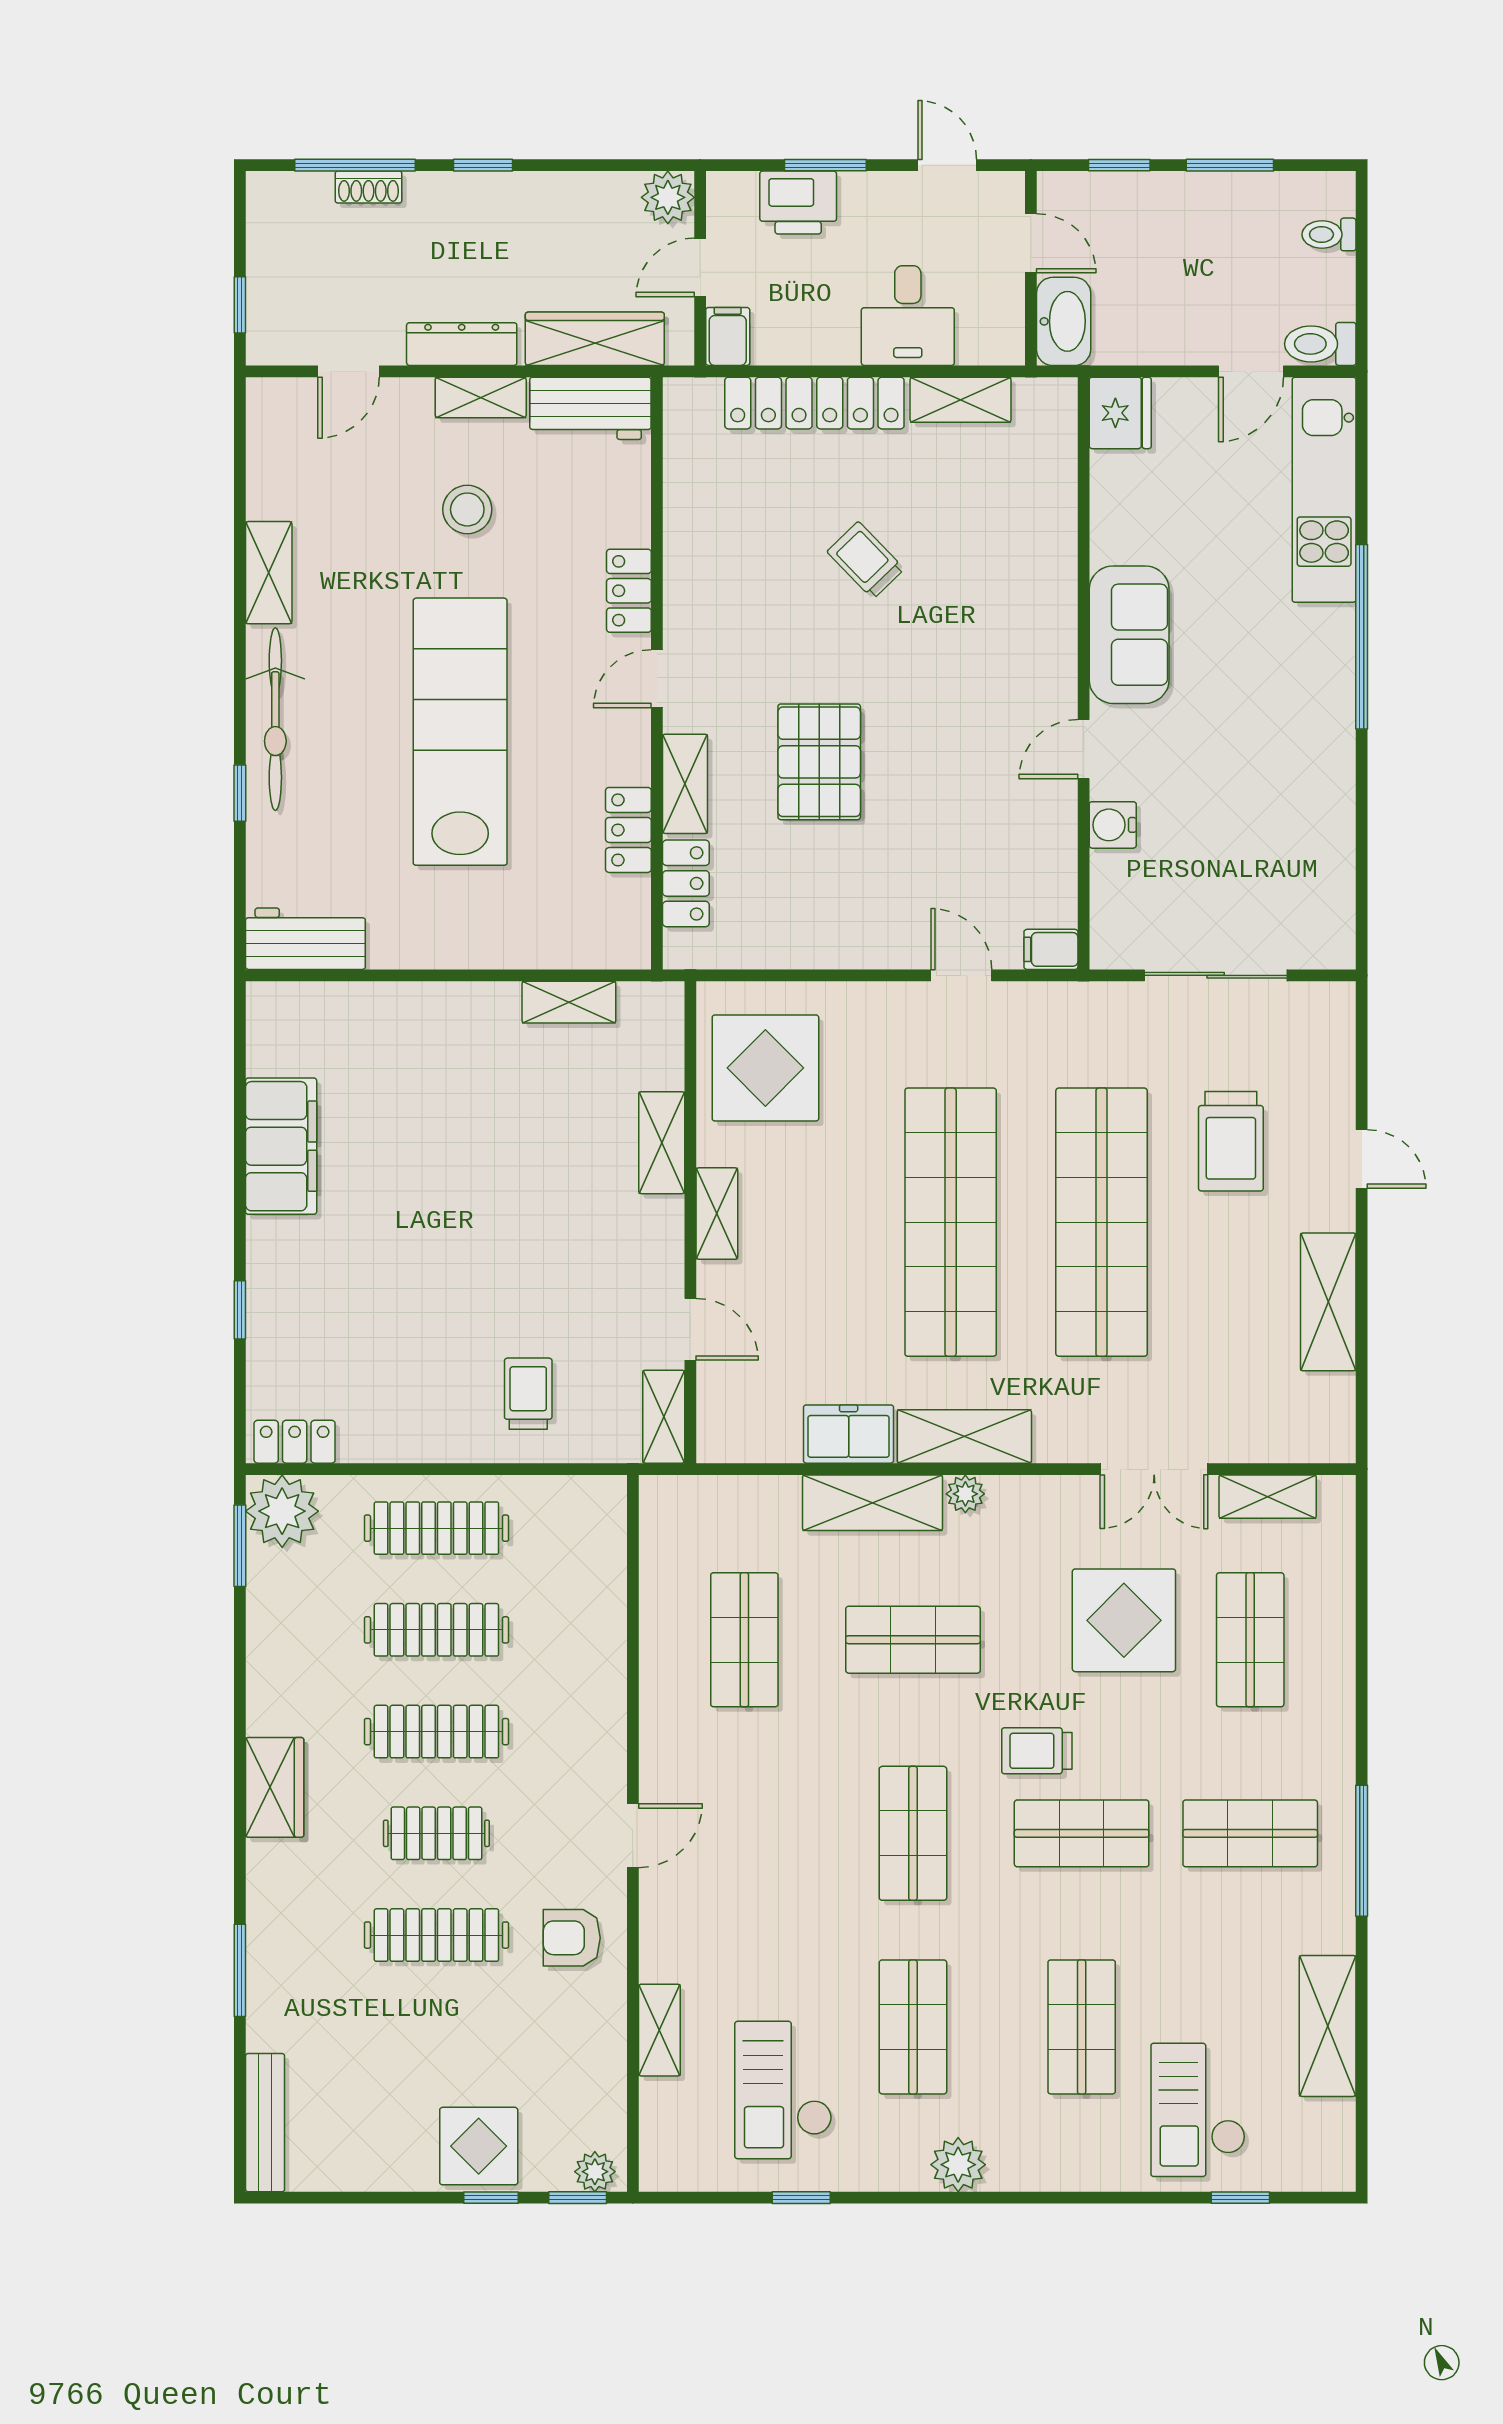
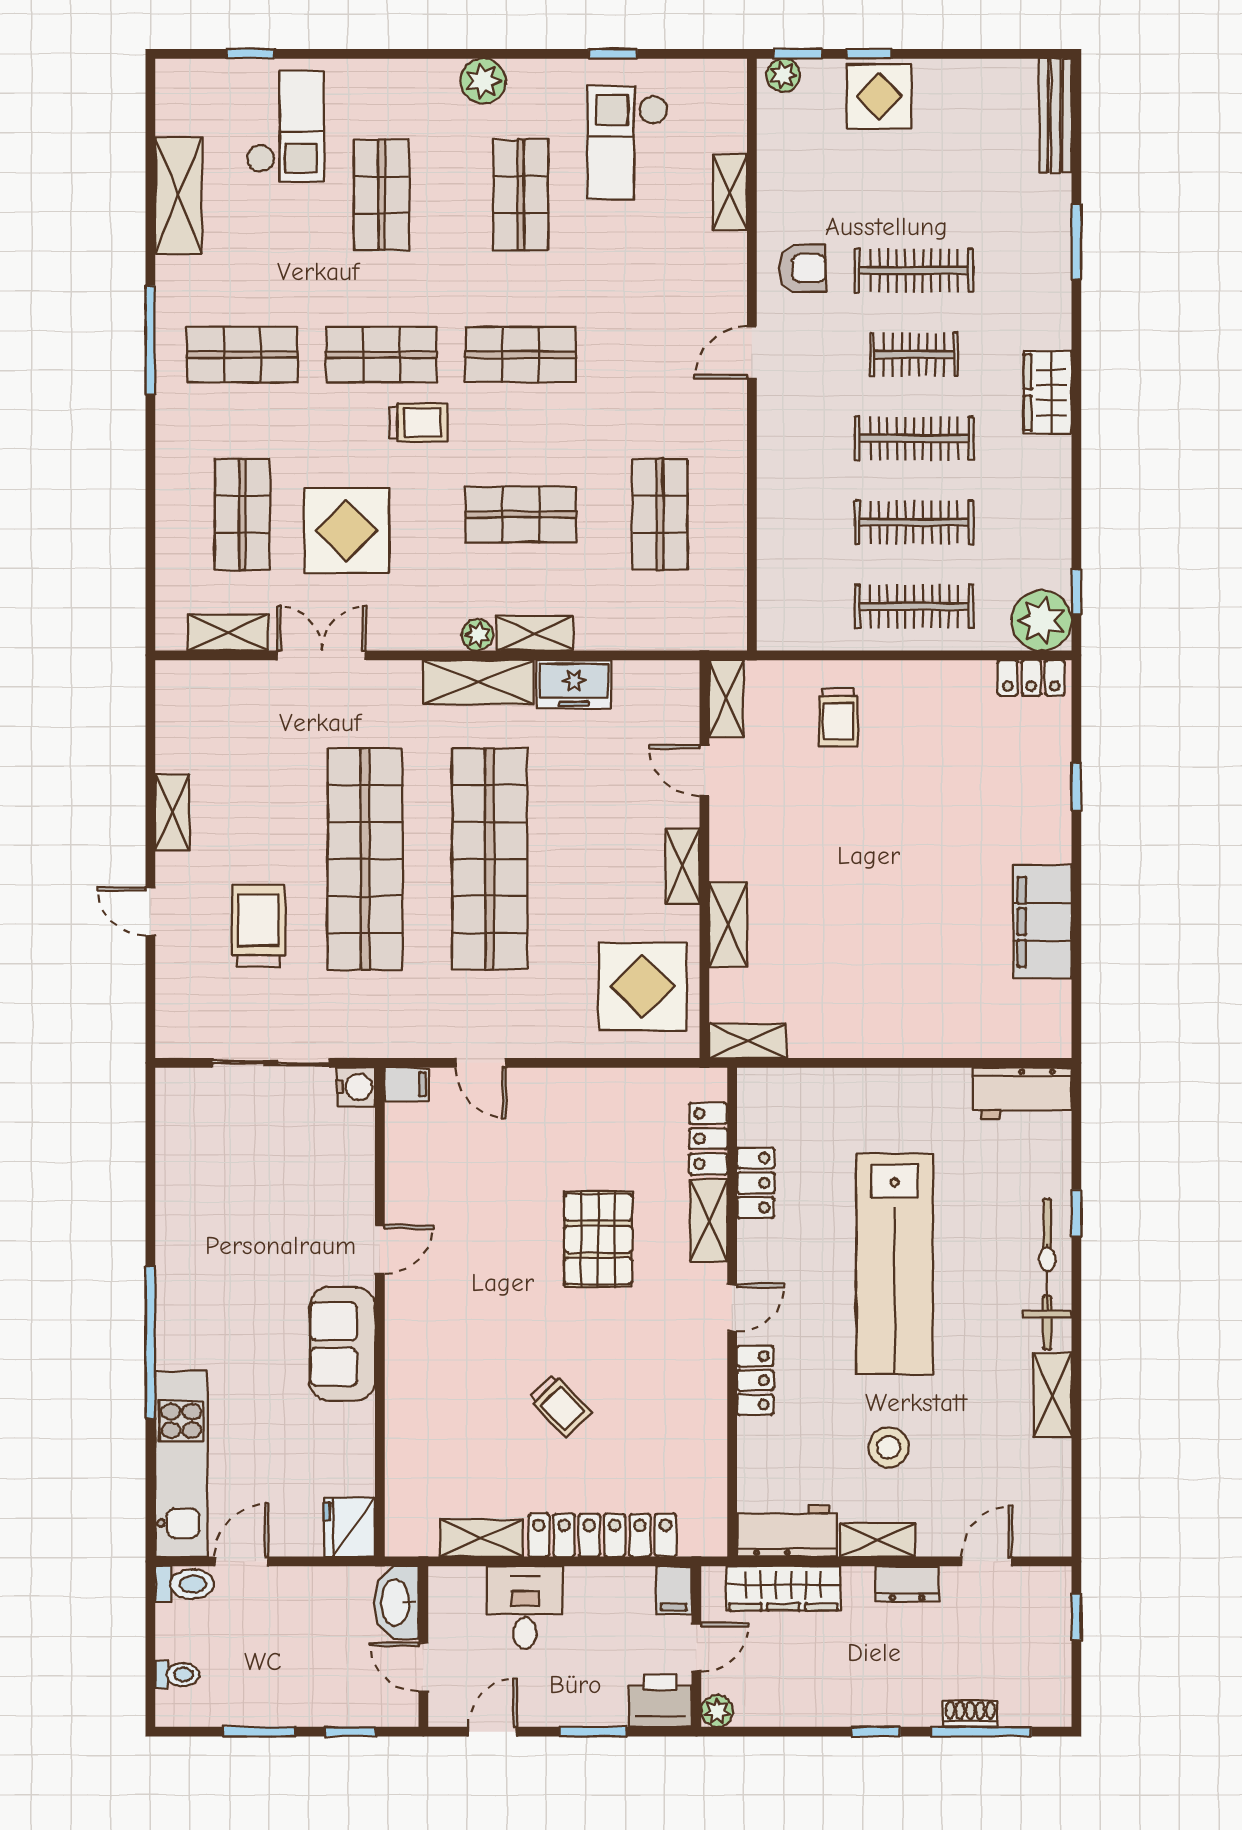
door: (947, 165) -> (492, 1732), swing flipped
plant: (668, 197) -> (717, 1711), width x0.73, depth x0.73
printer: (798, 202) -> (660, 1701), moved
dresser: (462, 344) -> (907, 1584), width x0.70
water cooler: (1113, 825) -> (356, 1087), moved
shelving: (569, 1002) -> (748, 1041), moved
shelving: (1328, 1302) -> (172, 812), width x0.67, depth x0.75
shelving: (872, 1503) -> (535, 633), width x0.67, depth x0.75
window: (240, 1546) -> (1076, 592), width x0.67
shop shelf: (913, 1833) -> (521, 355), turned 90
checkout: (783, 2090) -> (628, 143), turned 180

